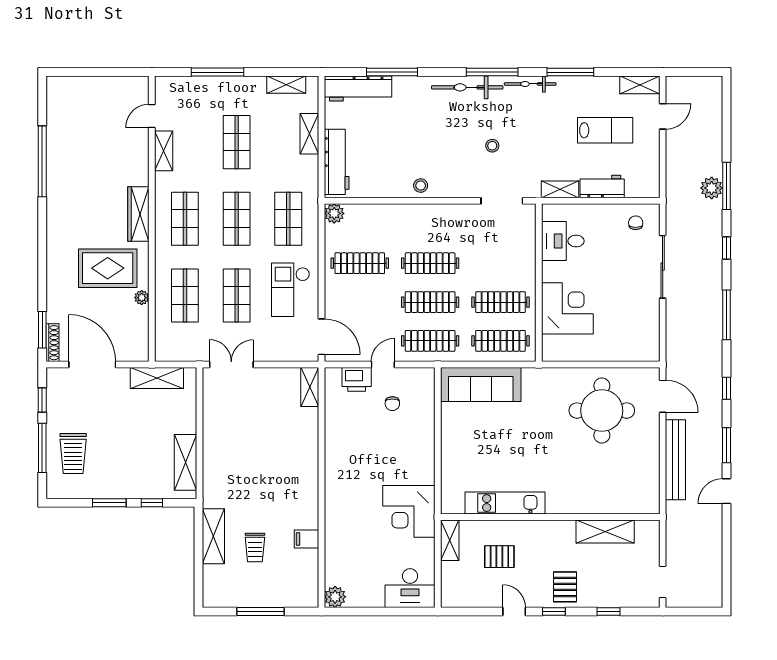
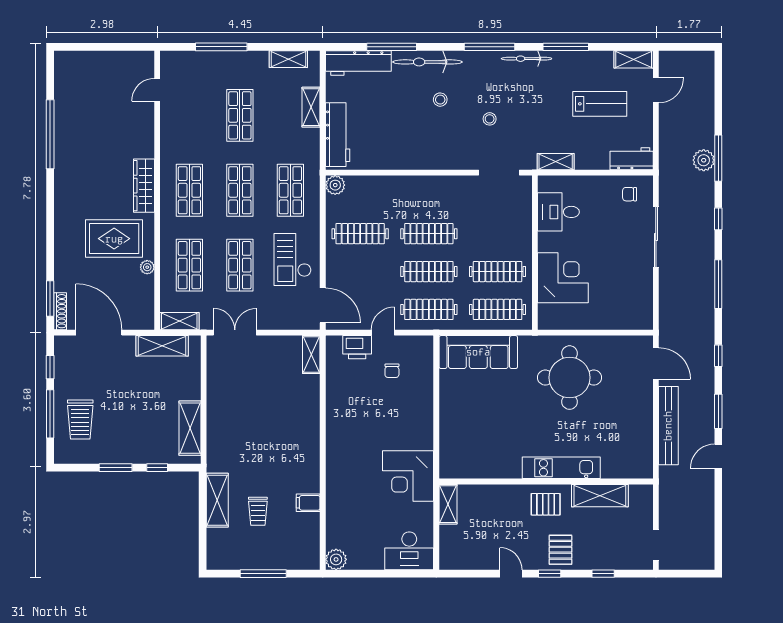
bicycle: (467, 87) -> (427, 62), moved
shelving: (164, 151) -> (179, 321), moved, turned 90
stool: (421, 186) -> (440, 100), moved
workbench: (602, 186) -> (632, 159), moved
chair: (636, 223) -> (630, 194), turned -90
round table: (602, 411) -> (570, 378), moved
kitchen unit: (505, 503) -> (561, 468), moved
pallet: (499, 557) -> (546, 504), moved

